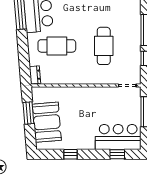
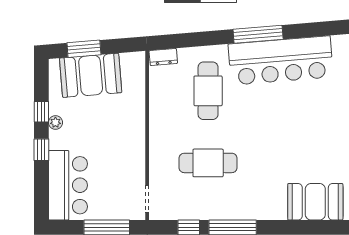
window: (28, 113) -> (84, 49), moved
plant: (77, 145) -> (55, 122), added
window: (117, 154) -> (41, 150), moved

